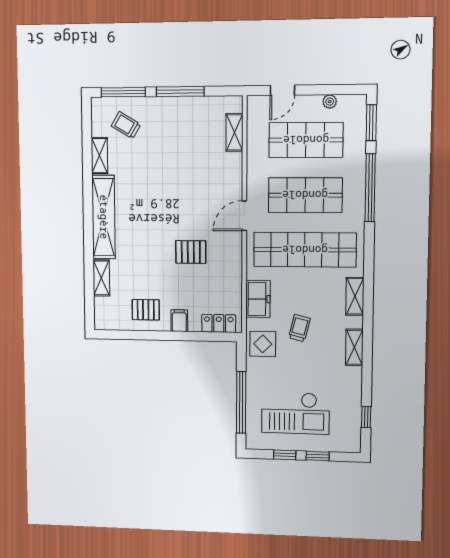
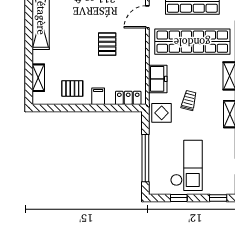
pallet: (191, 252) -> (107, 44), turned 90
shelving: (101, 278) -> (38, 78), moved
checkout: (295, 413) -> (186, 165), turned -90
window: (318, 456) -> (218, 198), moved

